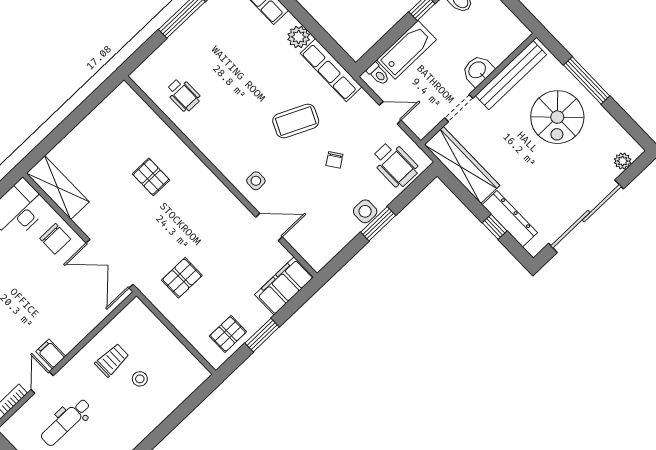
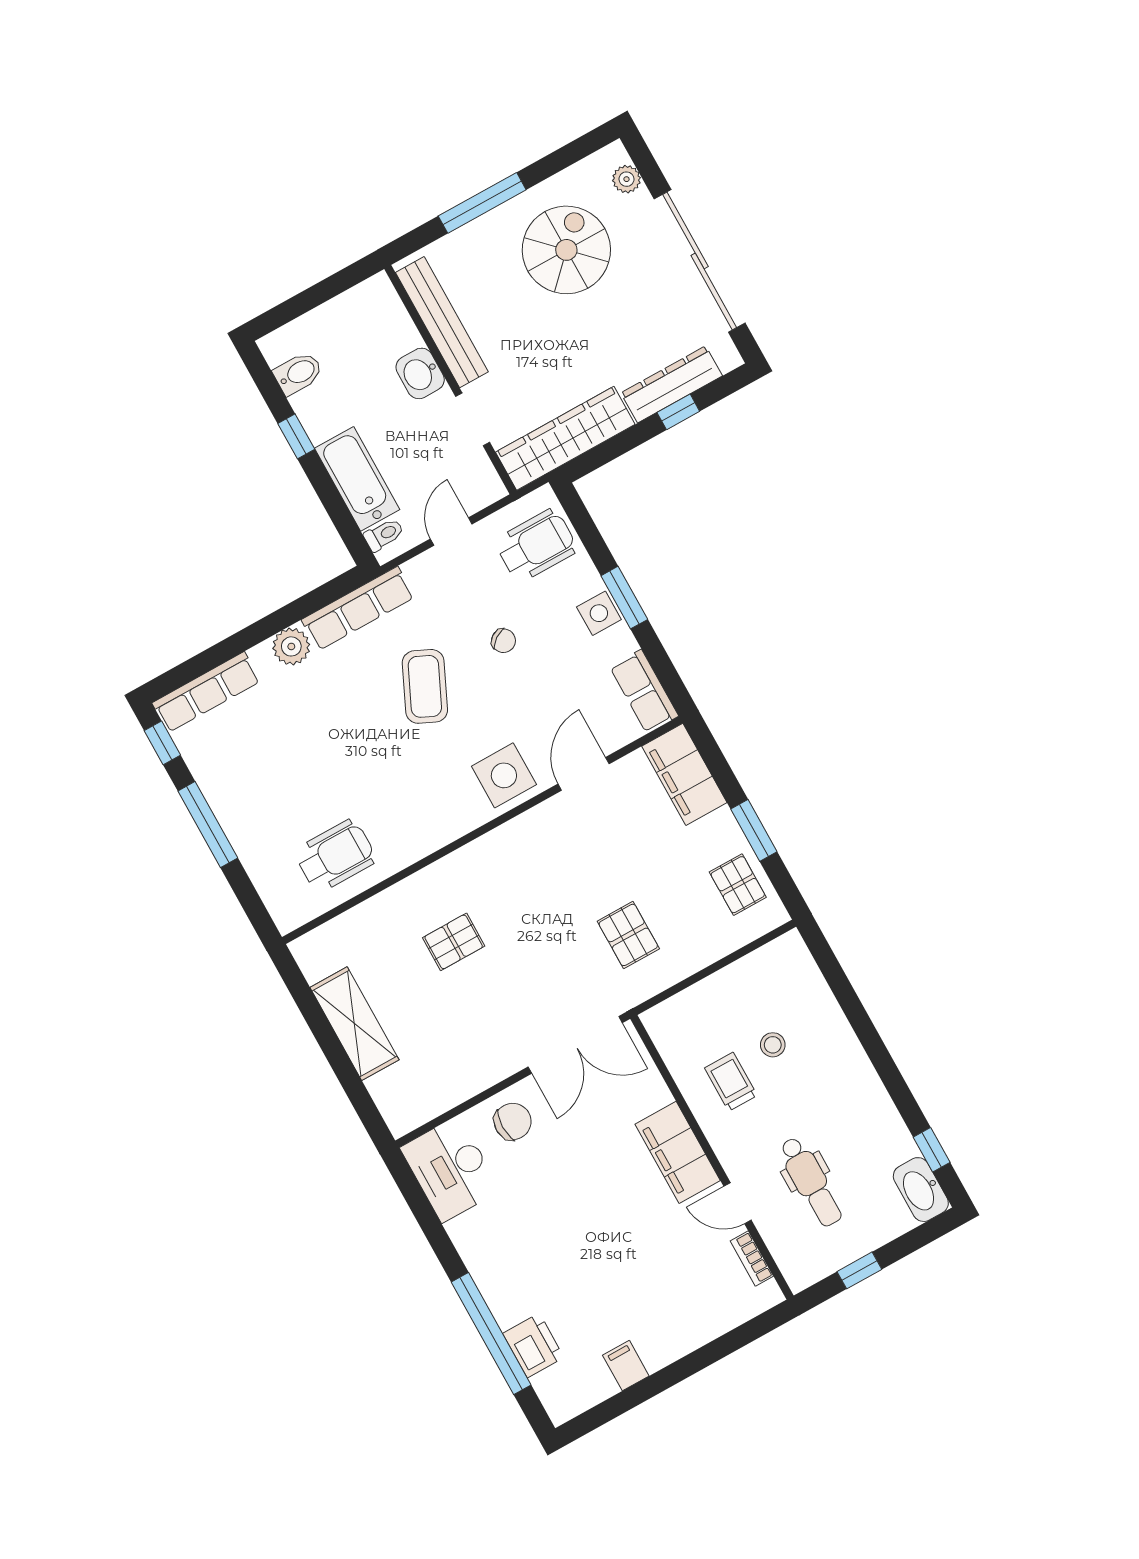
wheelchair: (183, 95) -> (335, 856), width x1.36, depth x1.37
spiral stairs: (557, 117) -> (566, 250), moved, turned -90
side table: (256, 181) -> (504, 775), width x1.87, depth x1.87
shelving: (58, 188) -> (354, 1024), moved, turned 90
row of seats: (326, 250) -> (644, 691), added
filing cabinet: (51, 354) -> (678, 1152), width x3.00, depth x1.17

